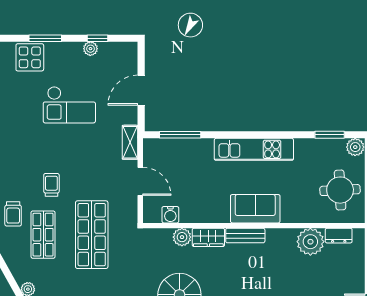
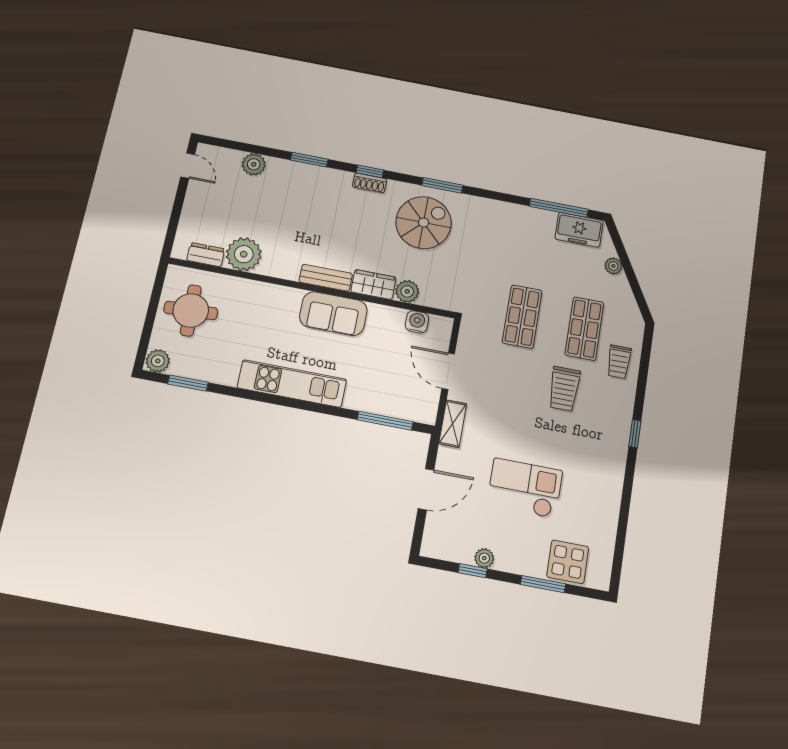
trolley: (51, 185) -> (564, 389), width x1.36, depth x1.39
sofa: (255, 209) -> (333, 314), moved
trolley: (13, 214) -> (619, 362), turned 180
shop shelf: (92, 235) -> (522, 317), width x0.70, depth x0.74

